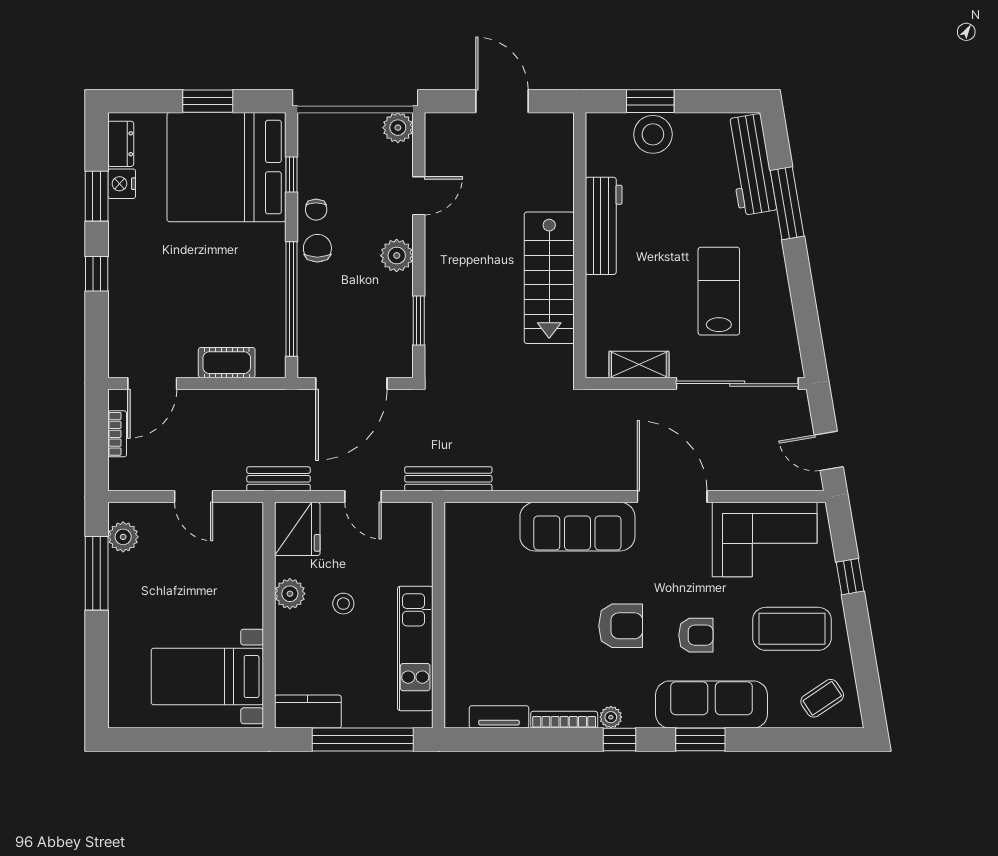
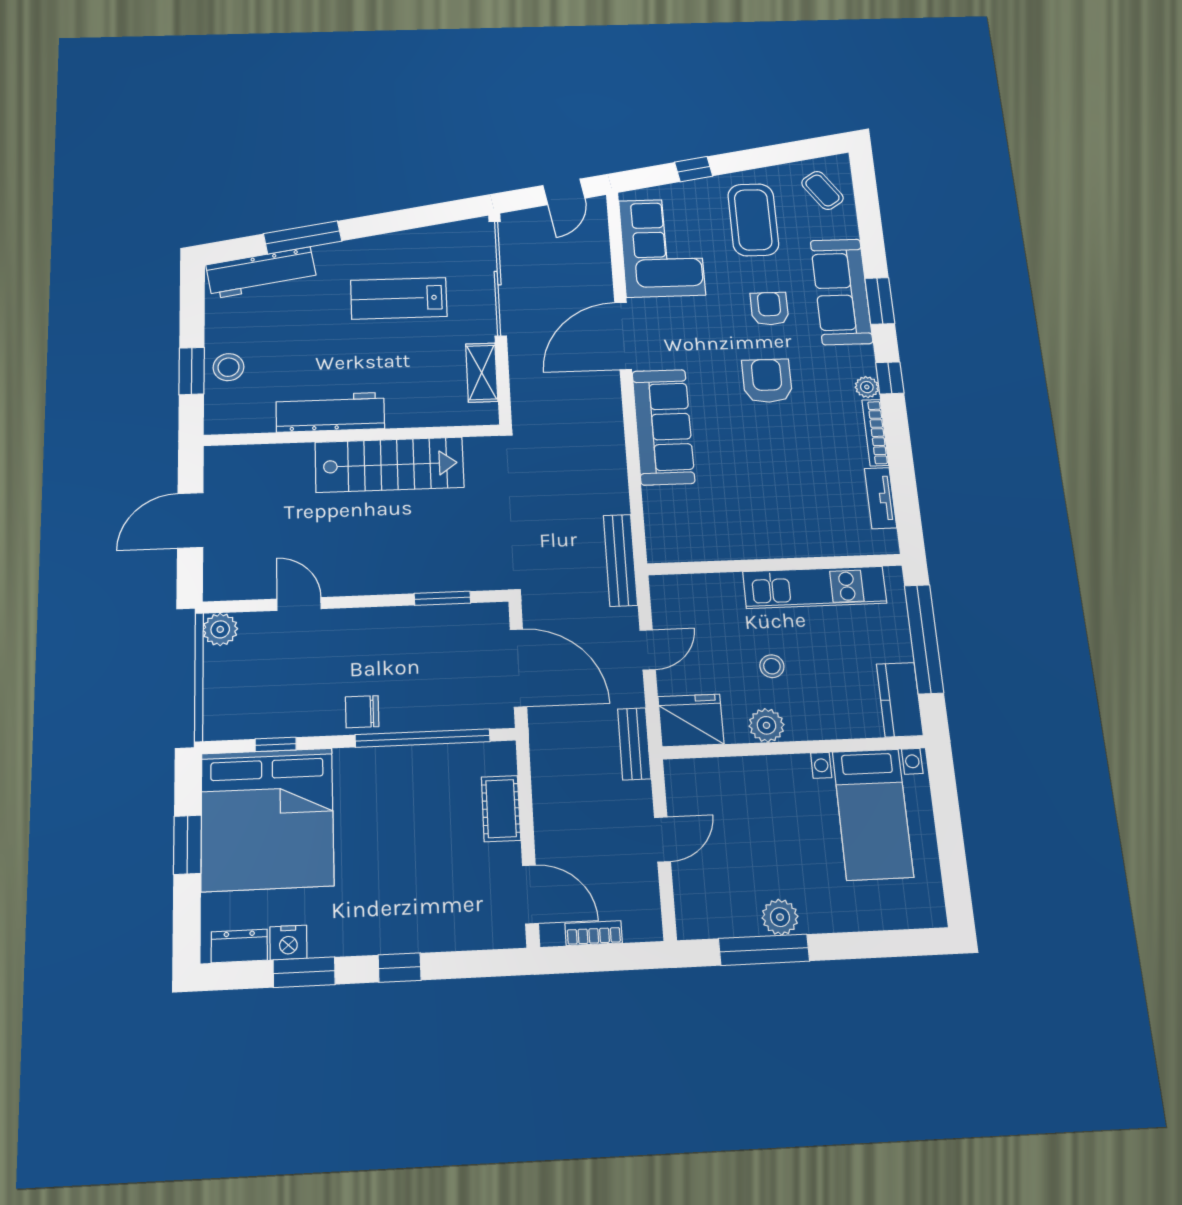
stool: (653, 134) -> (228, 367), width x0.73, depth x0.73
chair: (316, 210) -> (317, 715), removed
plant: (397, 256) -> (368, 625), removed
plant: (123, 537) -> (780, 917), moved

